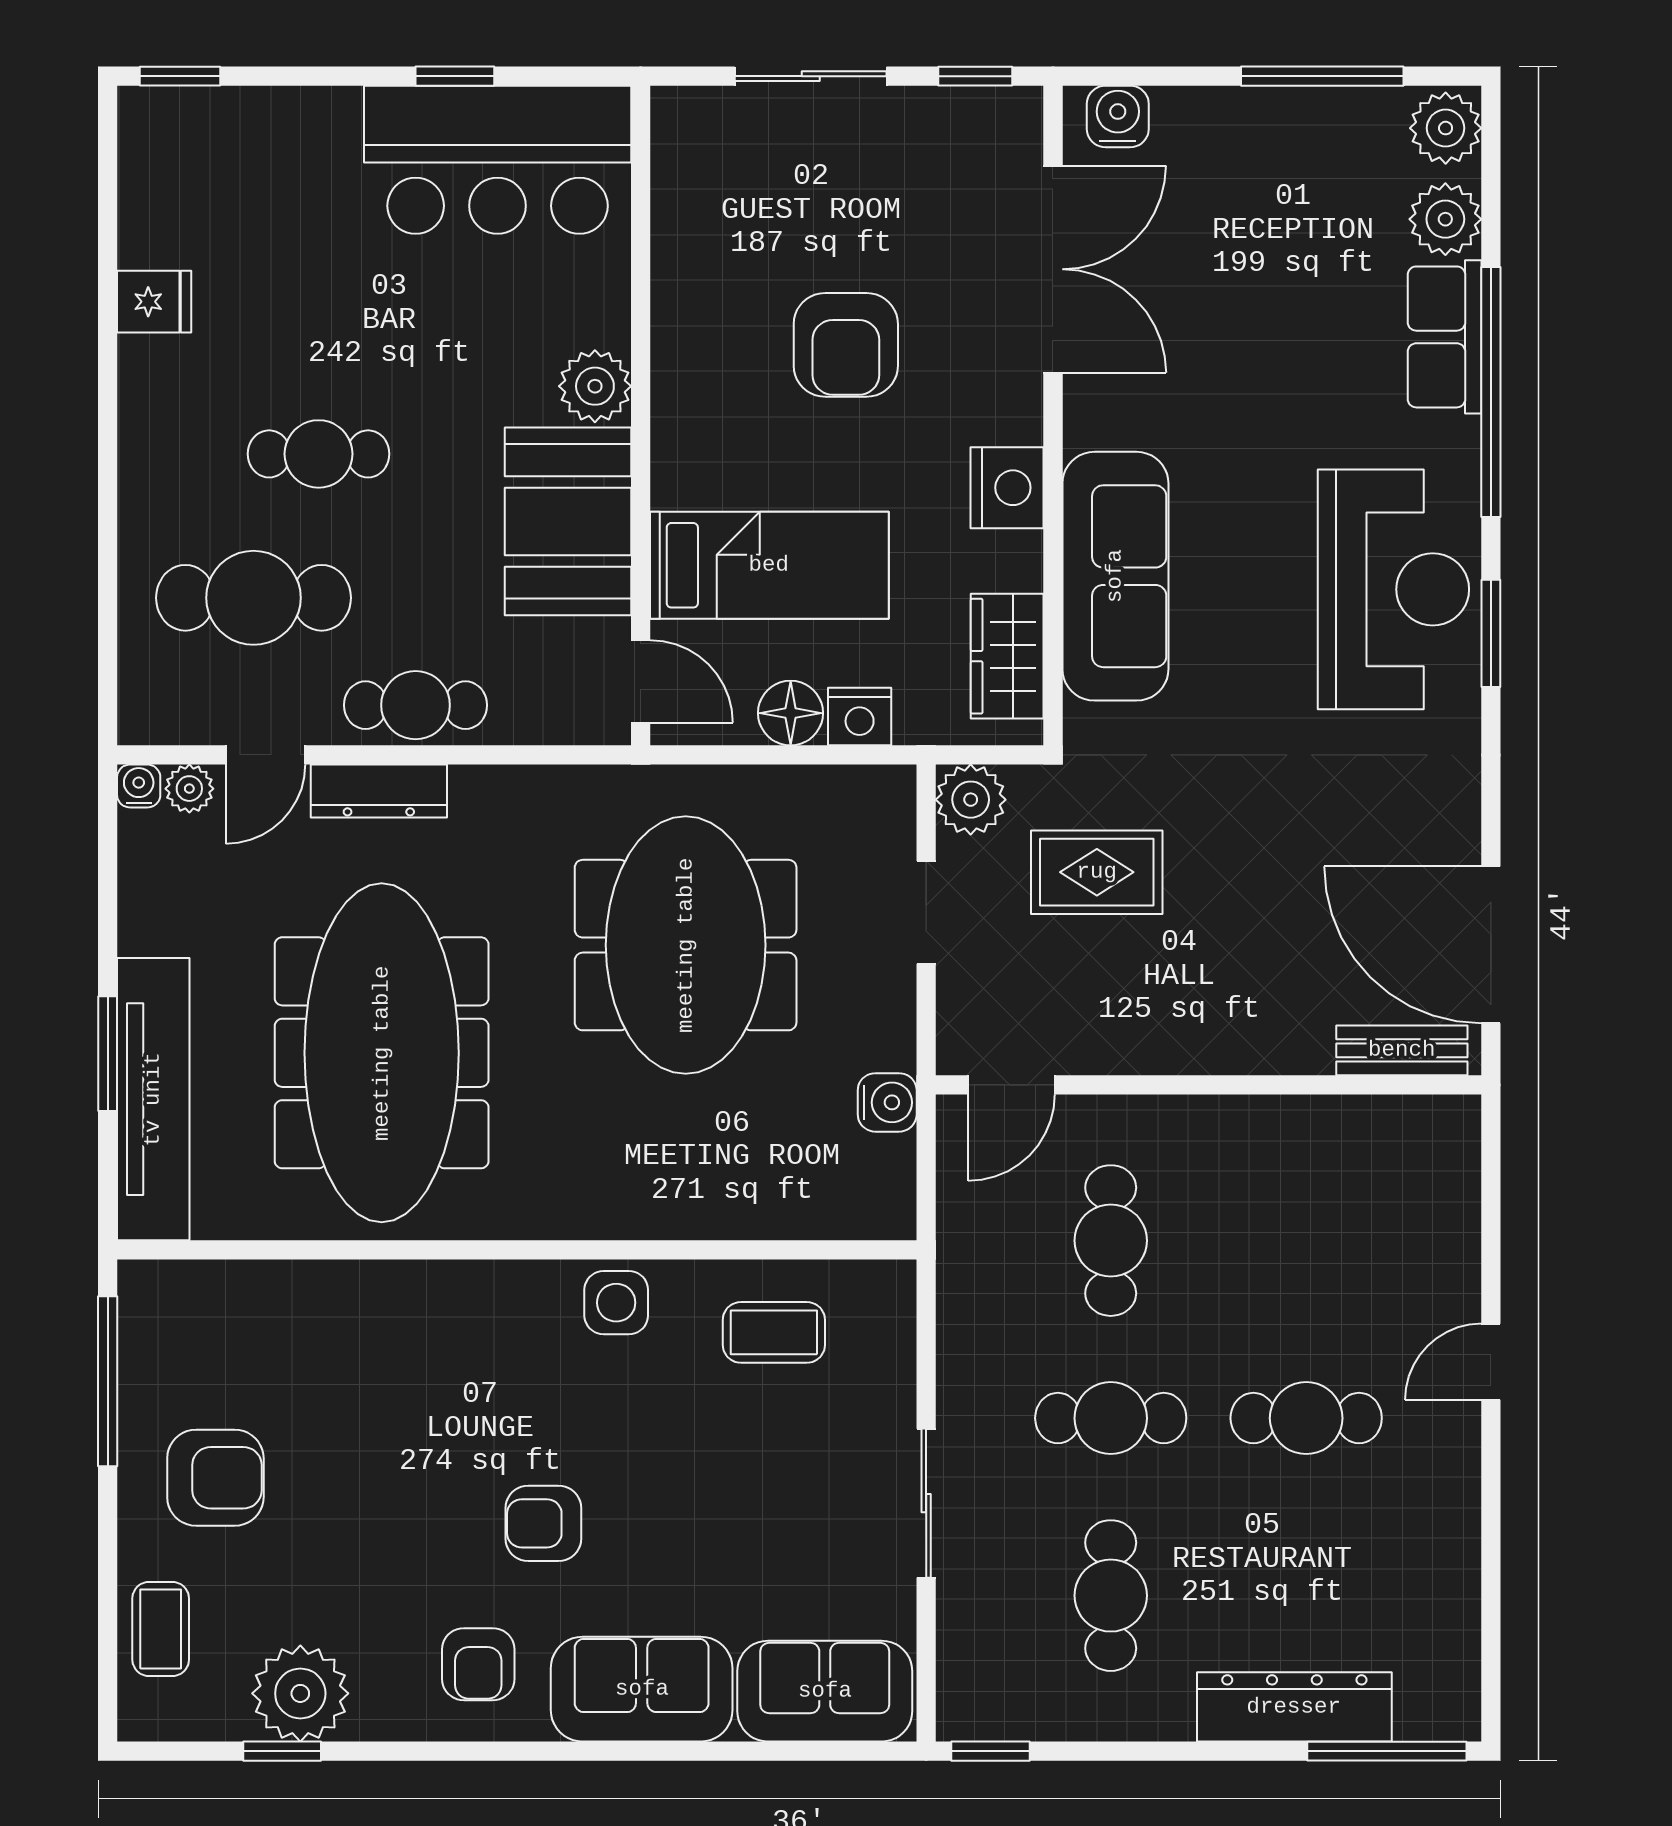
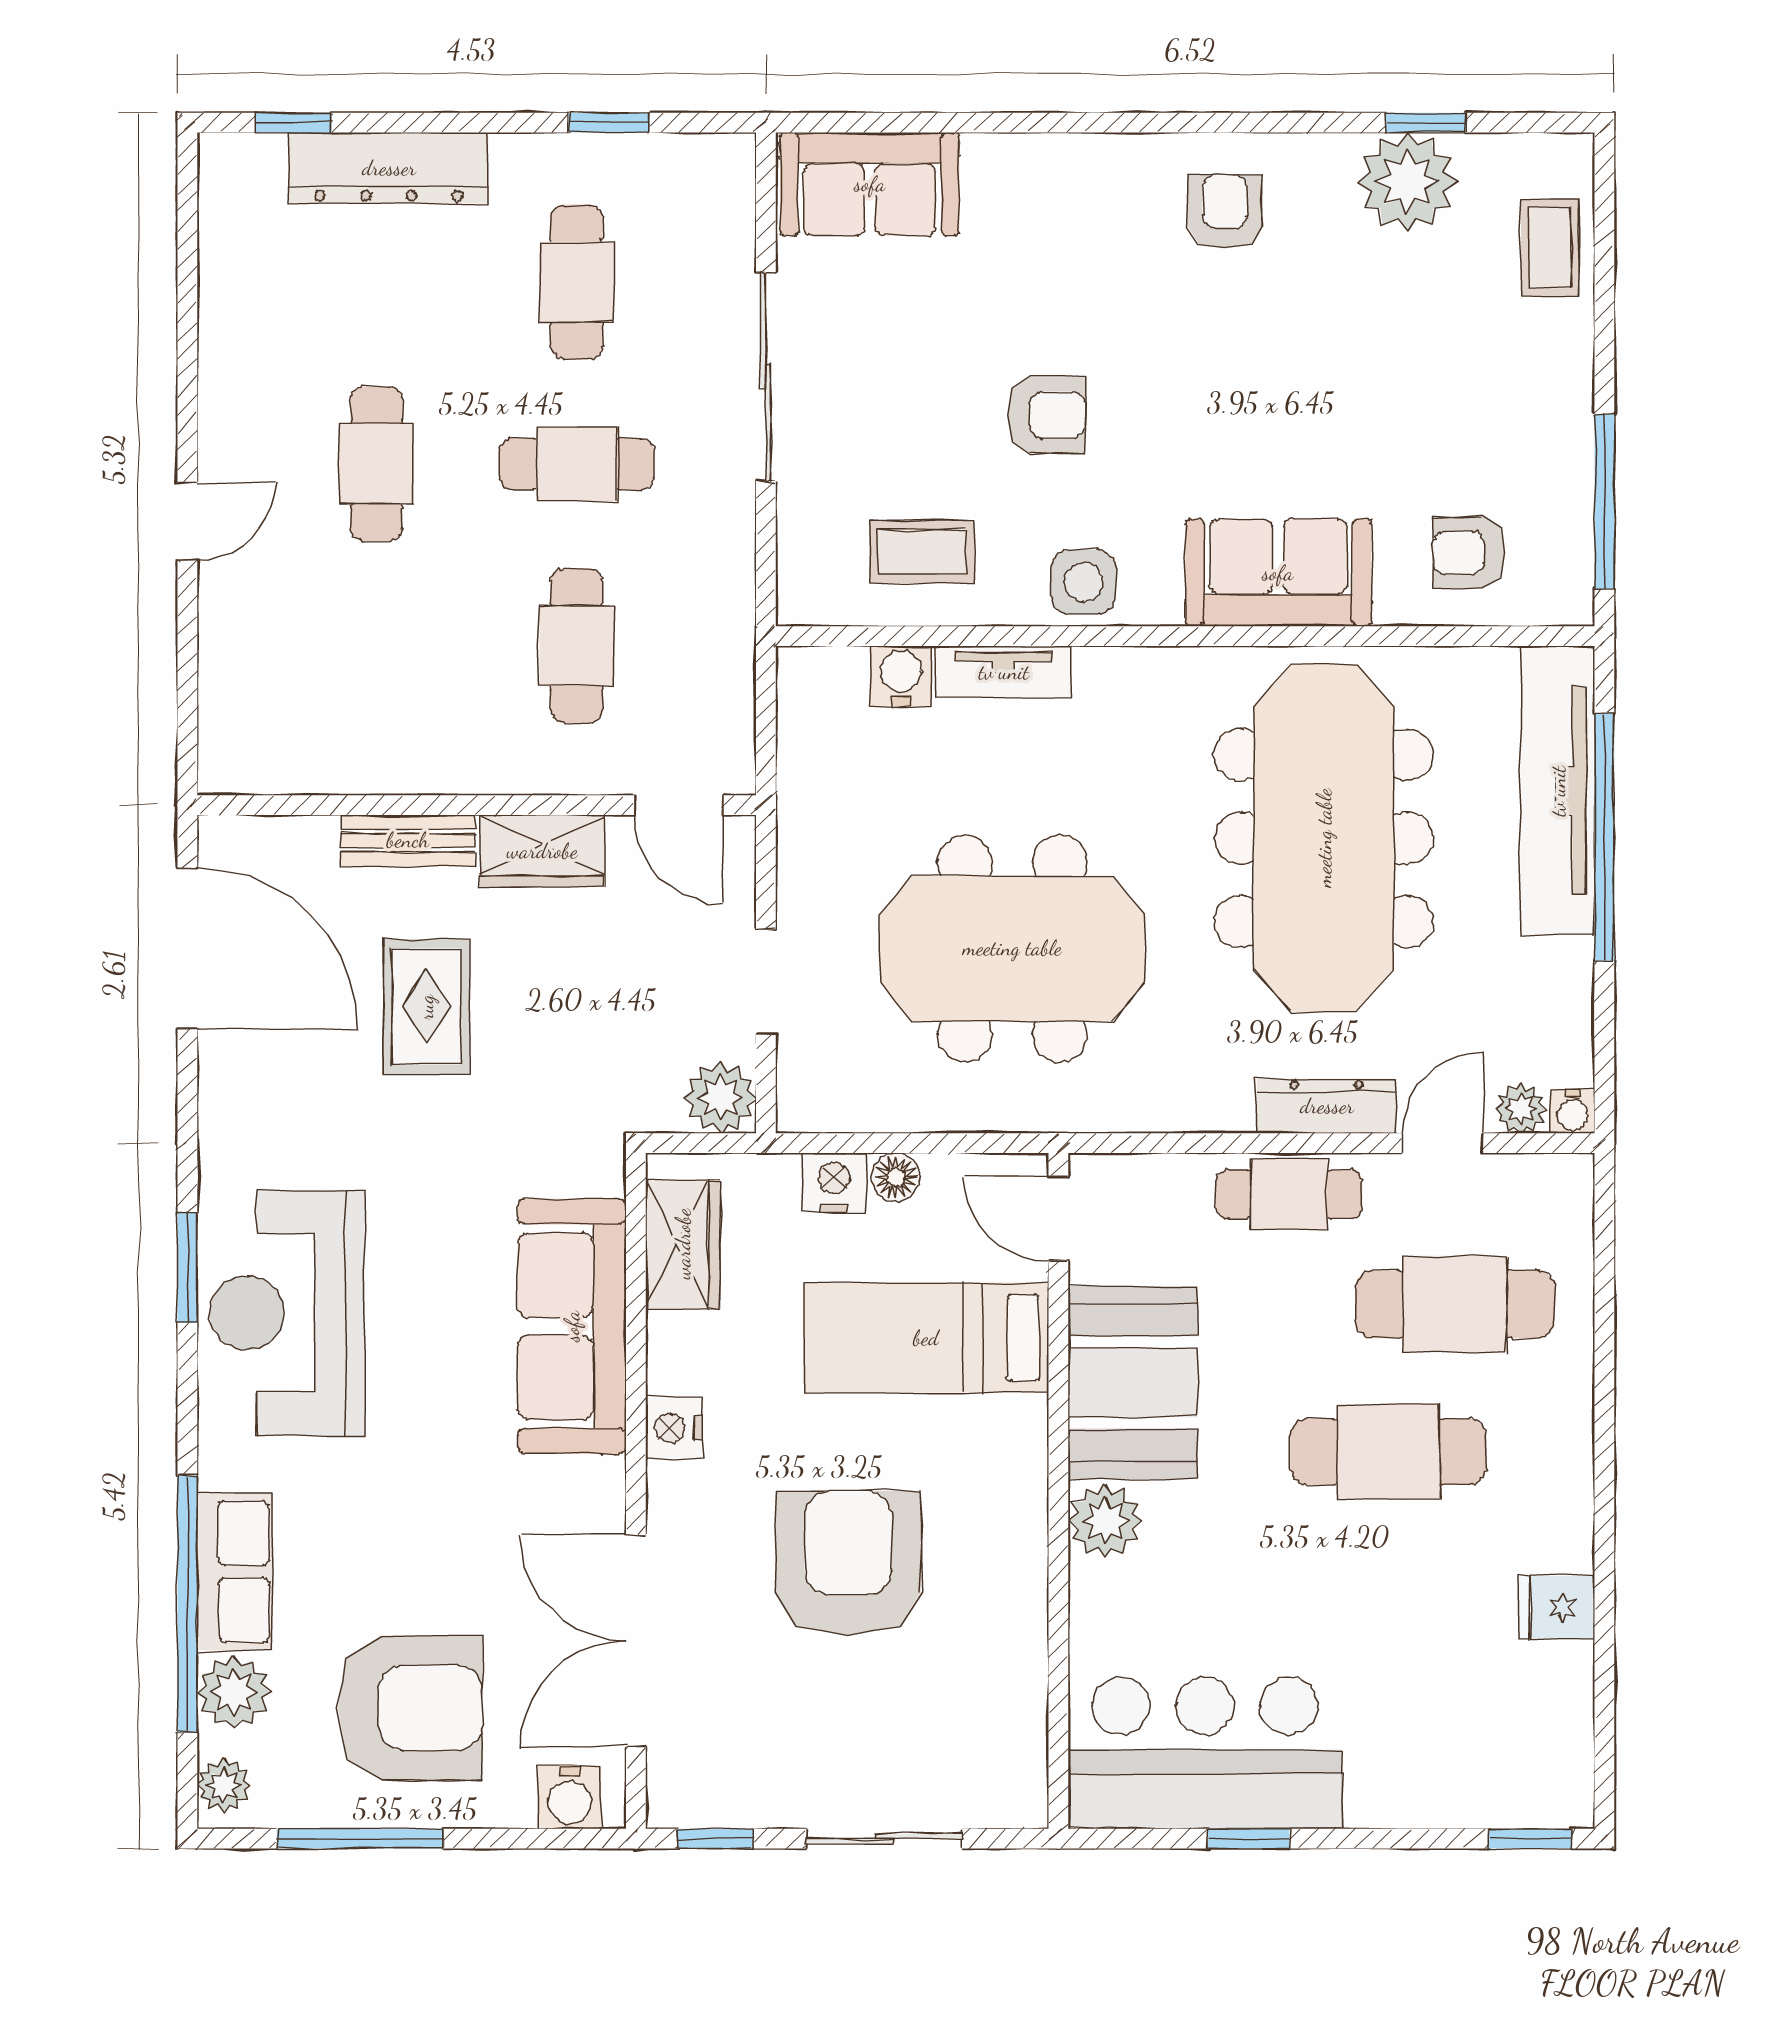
plant: (1446, 128) -> (224, 1785), width x0.73, depth x0.73
armchair: (1273, 204) -> (410, 1708), added
armchair: (846, 345) -> (848, 1563), width x1.36, depth x1.36
window: (1491, 392) -> (187, 1604), moved
cafe table: (319, 454) -> (1388, 1452), width x1.37, depth x1.35
nightstand: (1007, 488) -> (674, 1428), width x0.74, depth x0.75
floor lamp: (791, 713) -> (896, 1177), width x0.73, depth x0.73
rug: (1097, 872) -> (426, 1007), moved, turned 90
meeting table: (686, 945) -> (1012, 948), turned 90
wardrobe: (1144, 1040) -> (542, 851), added
bench: (1402, 1050) -> (408, 840), moved
window: (108, 1054) -> (1604, 837), width x2.11
door: (1011, 1085) -> (678, 805), swing flipped
water cooler: (887, 1102) -> (901, 676), moved, turned 90
tv unit: (694, 1215) -> (1004, 672), added
cafe table: (1306, 1418) -> (376, 464), turned 90
armchair: (215, 1478) -> (1469, 553), moved, width x0.72, depth x0.72
sliding door: (926, 1503) -> (766, 377), width x1.37
armchair: (543, 1523) -> (1046, 415), moved
sofa: (642, 1689) -> (1278, 573), moved, turned 180
window: (990, 1751) -> (609, 123), moved
window: (1387, 1751) -> (294, 123), width x0.46

